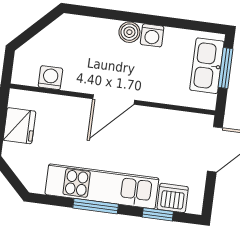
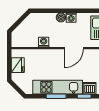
washing machine: (50, 78) -> (44, 42), moved
door: (114, 99) -> (74, 48), moved

